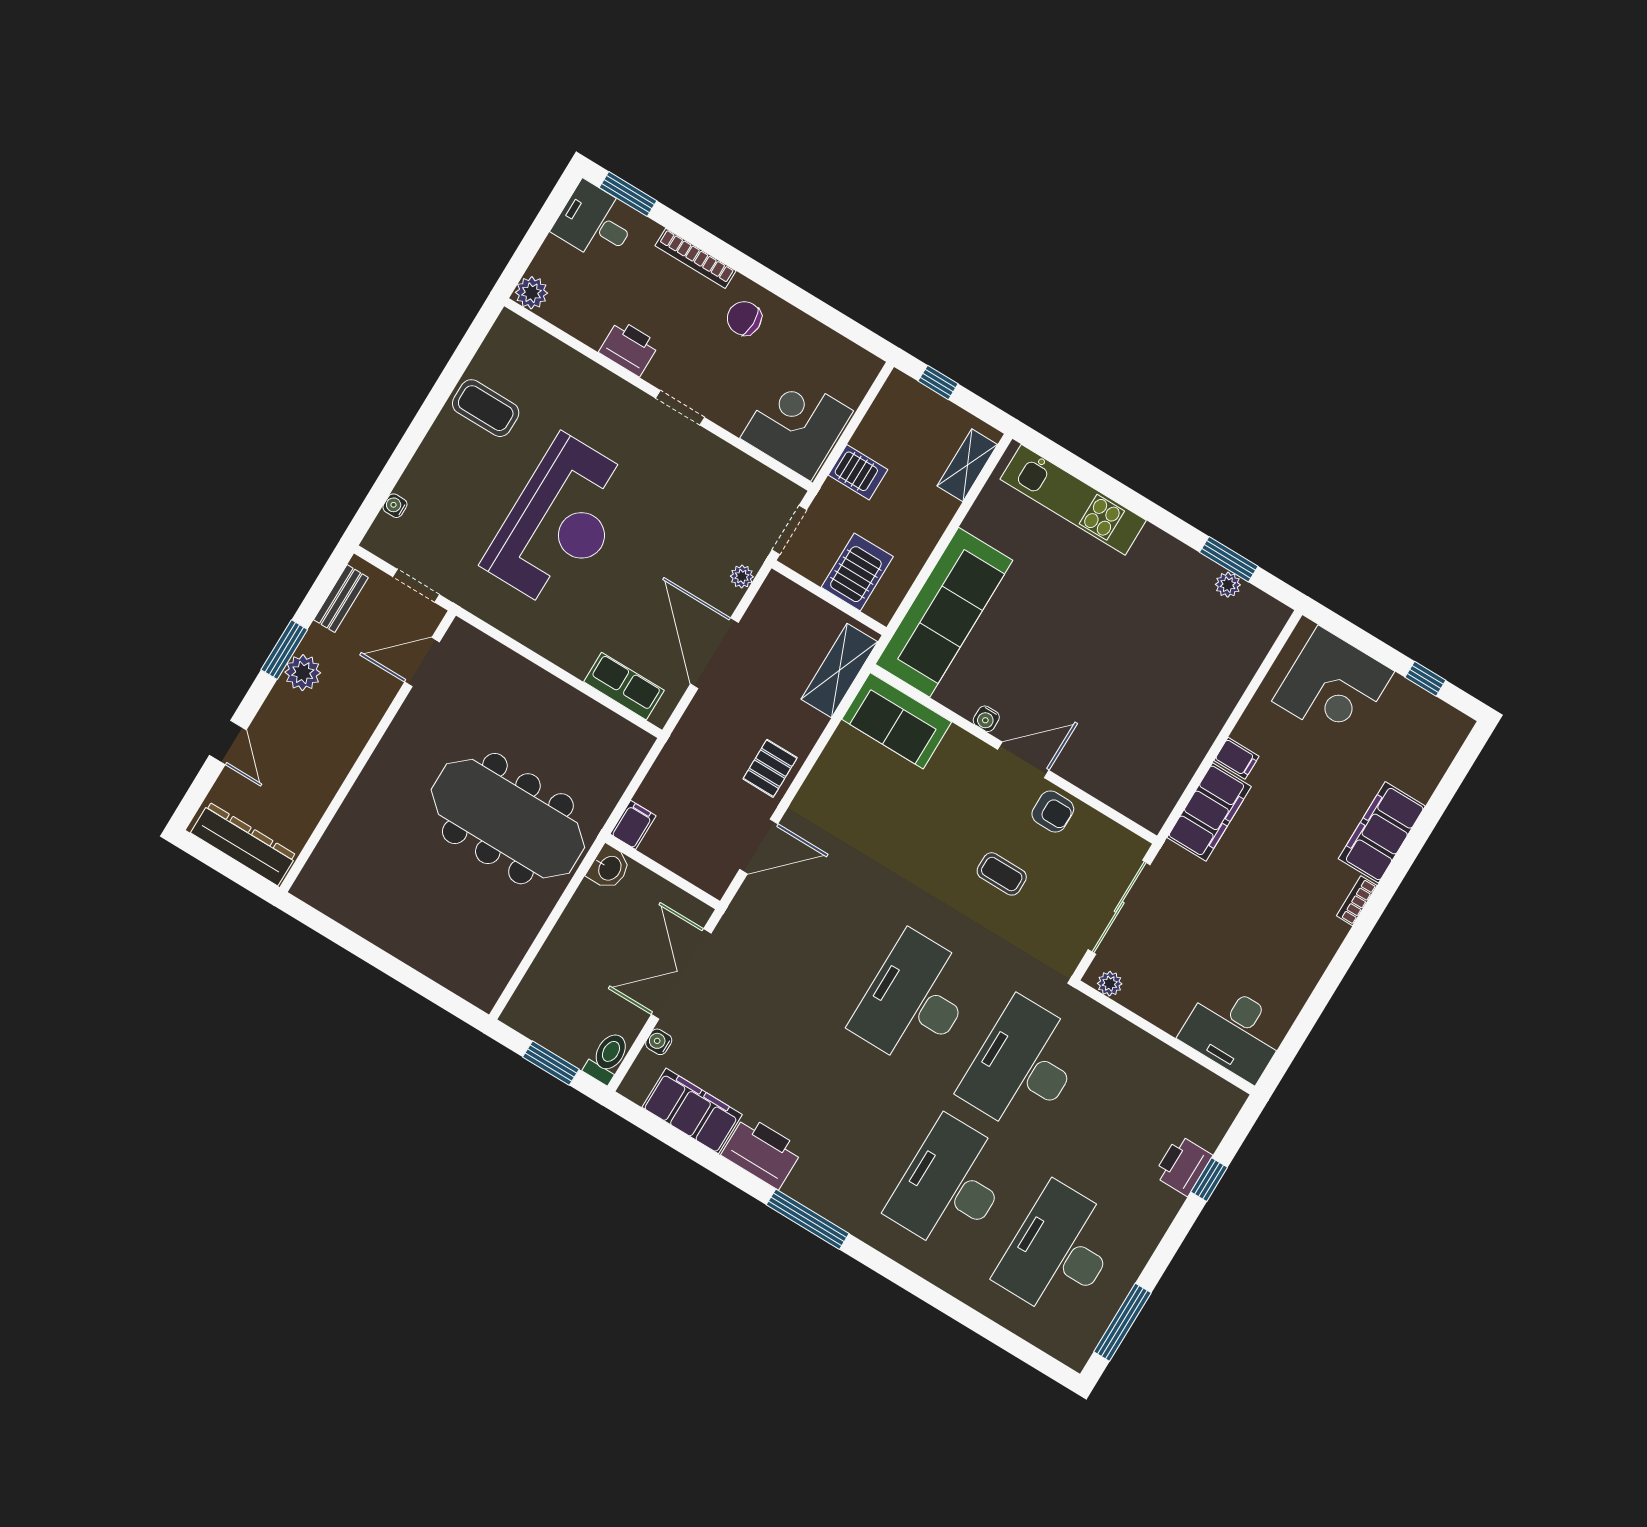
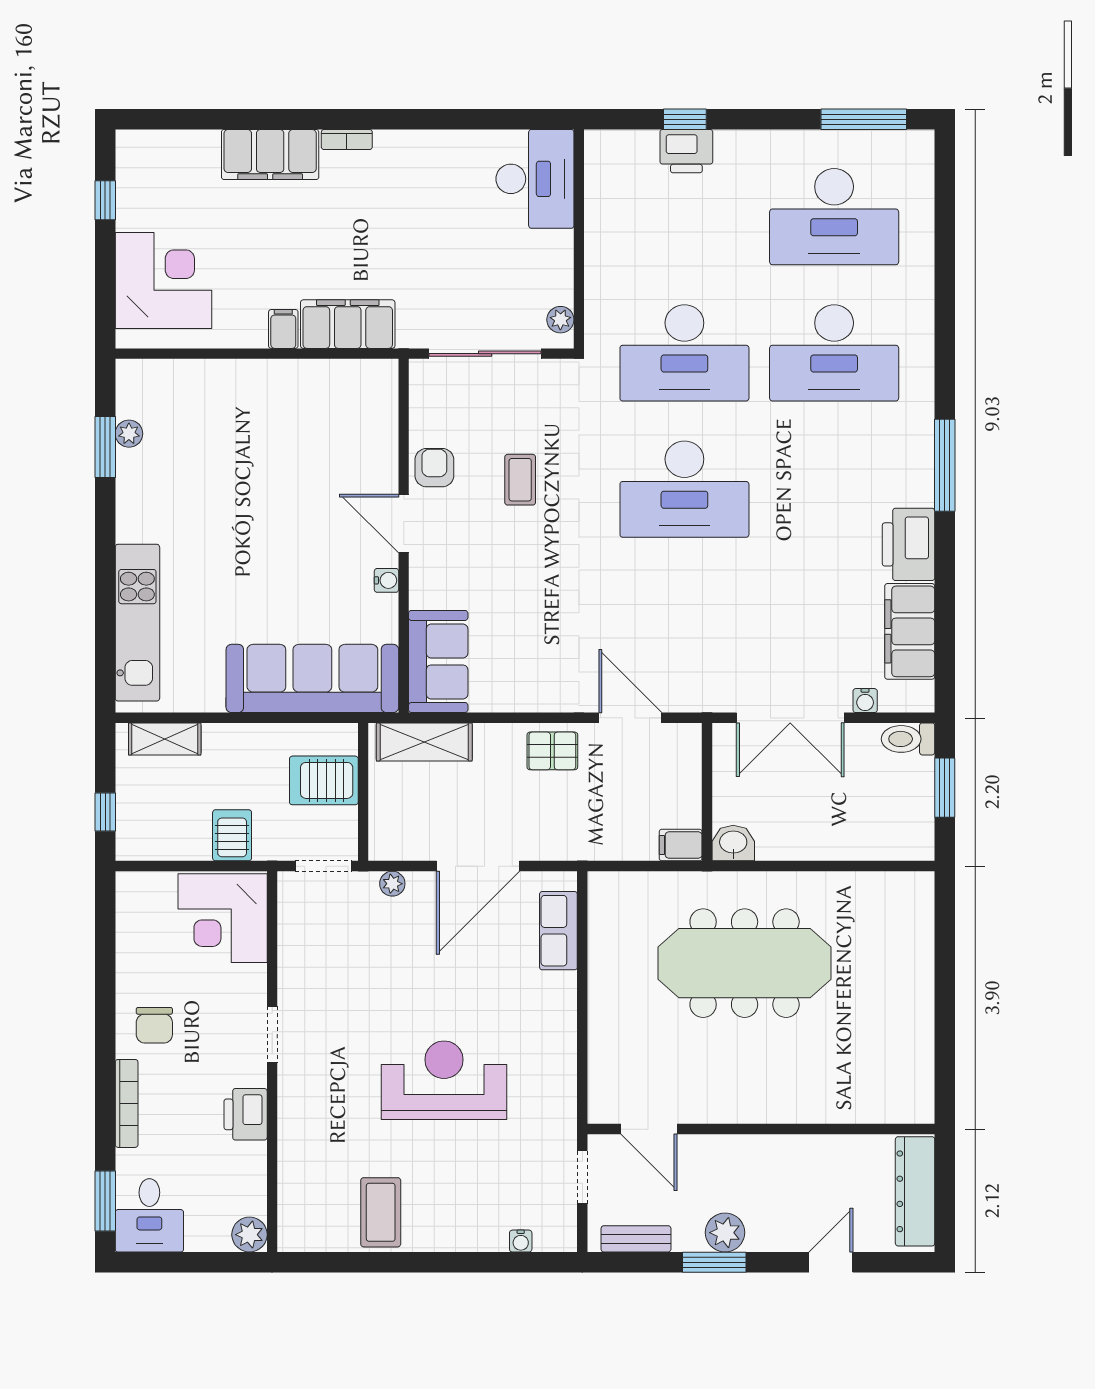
reception desk: (560, 522) -> (444, 1080), width x0.74, depth x0.77
meeting table: (508, 819) -> (745, 963), turned 90

